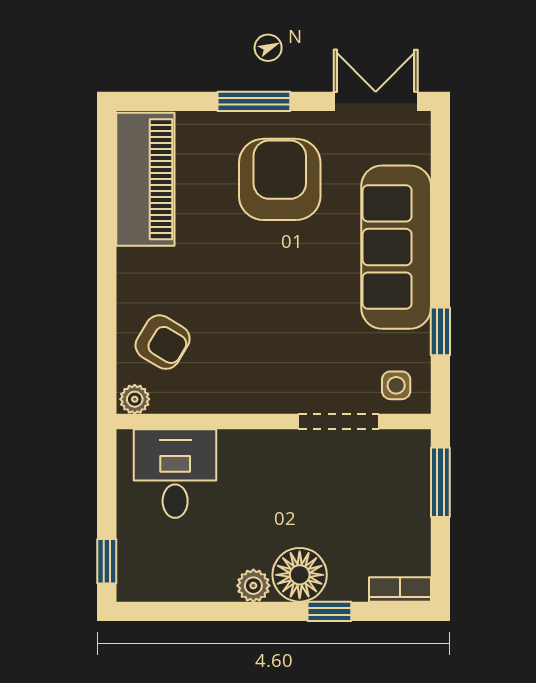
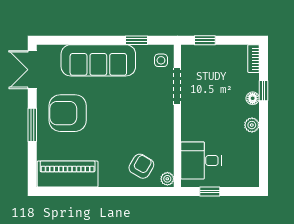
window: (440, 482) -> (205, 40), width x0.67
window: (107, 561) -> (210, 191), moved
floor lamp: (300, 575) -> (253, 98), width x0.53, depth x0.53

